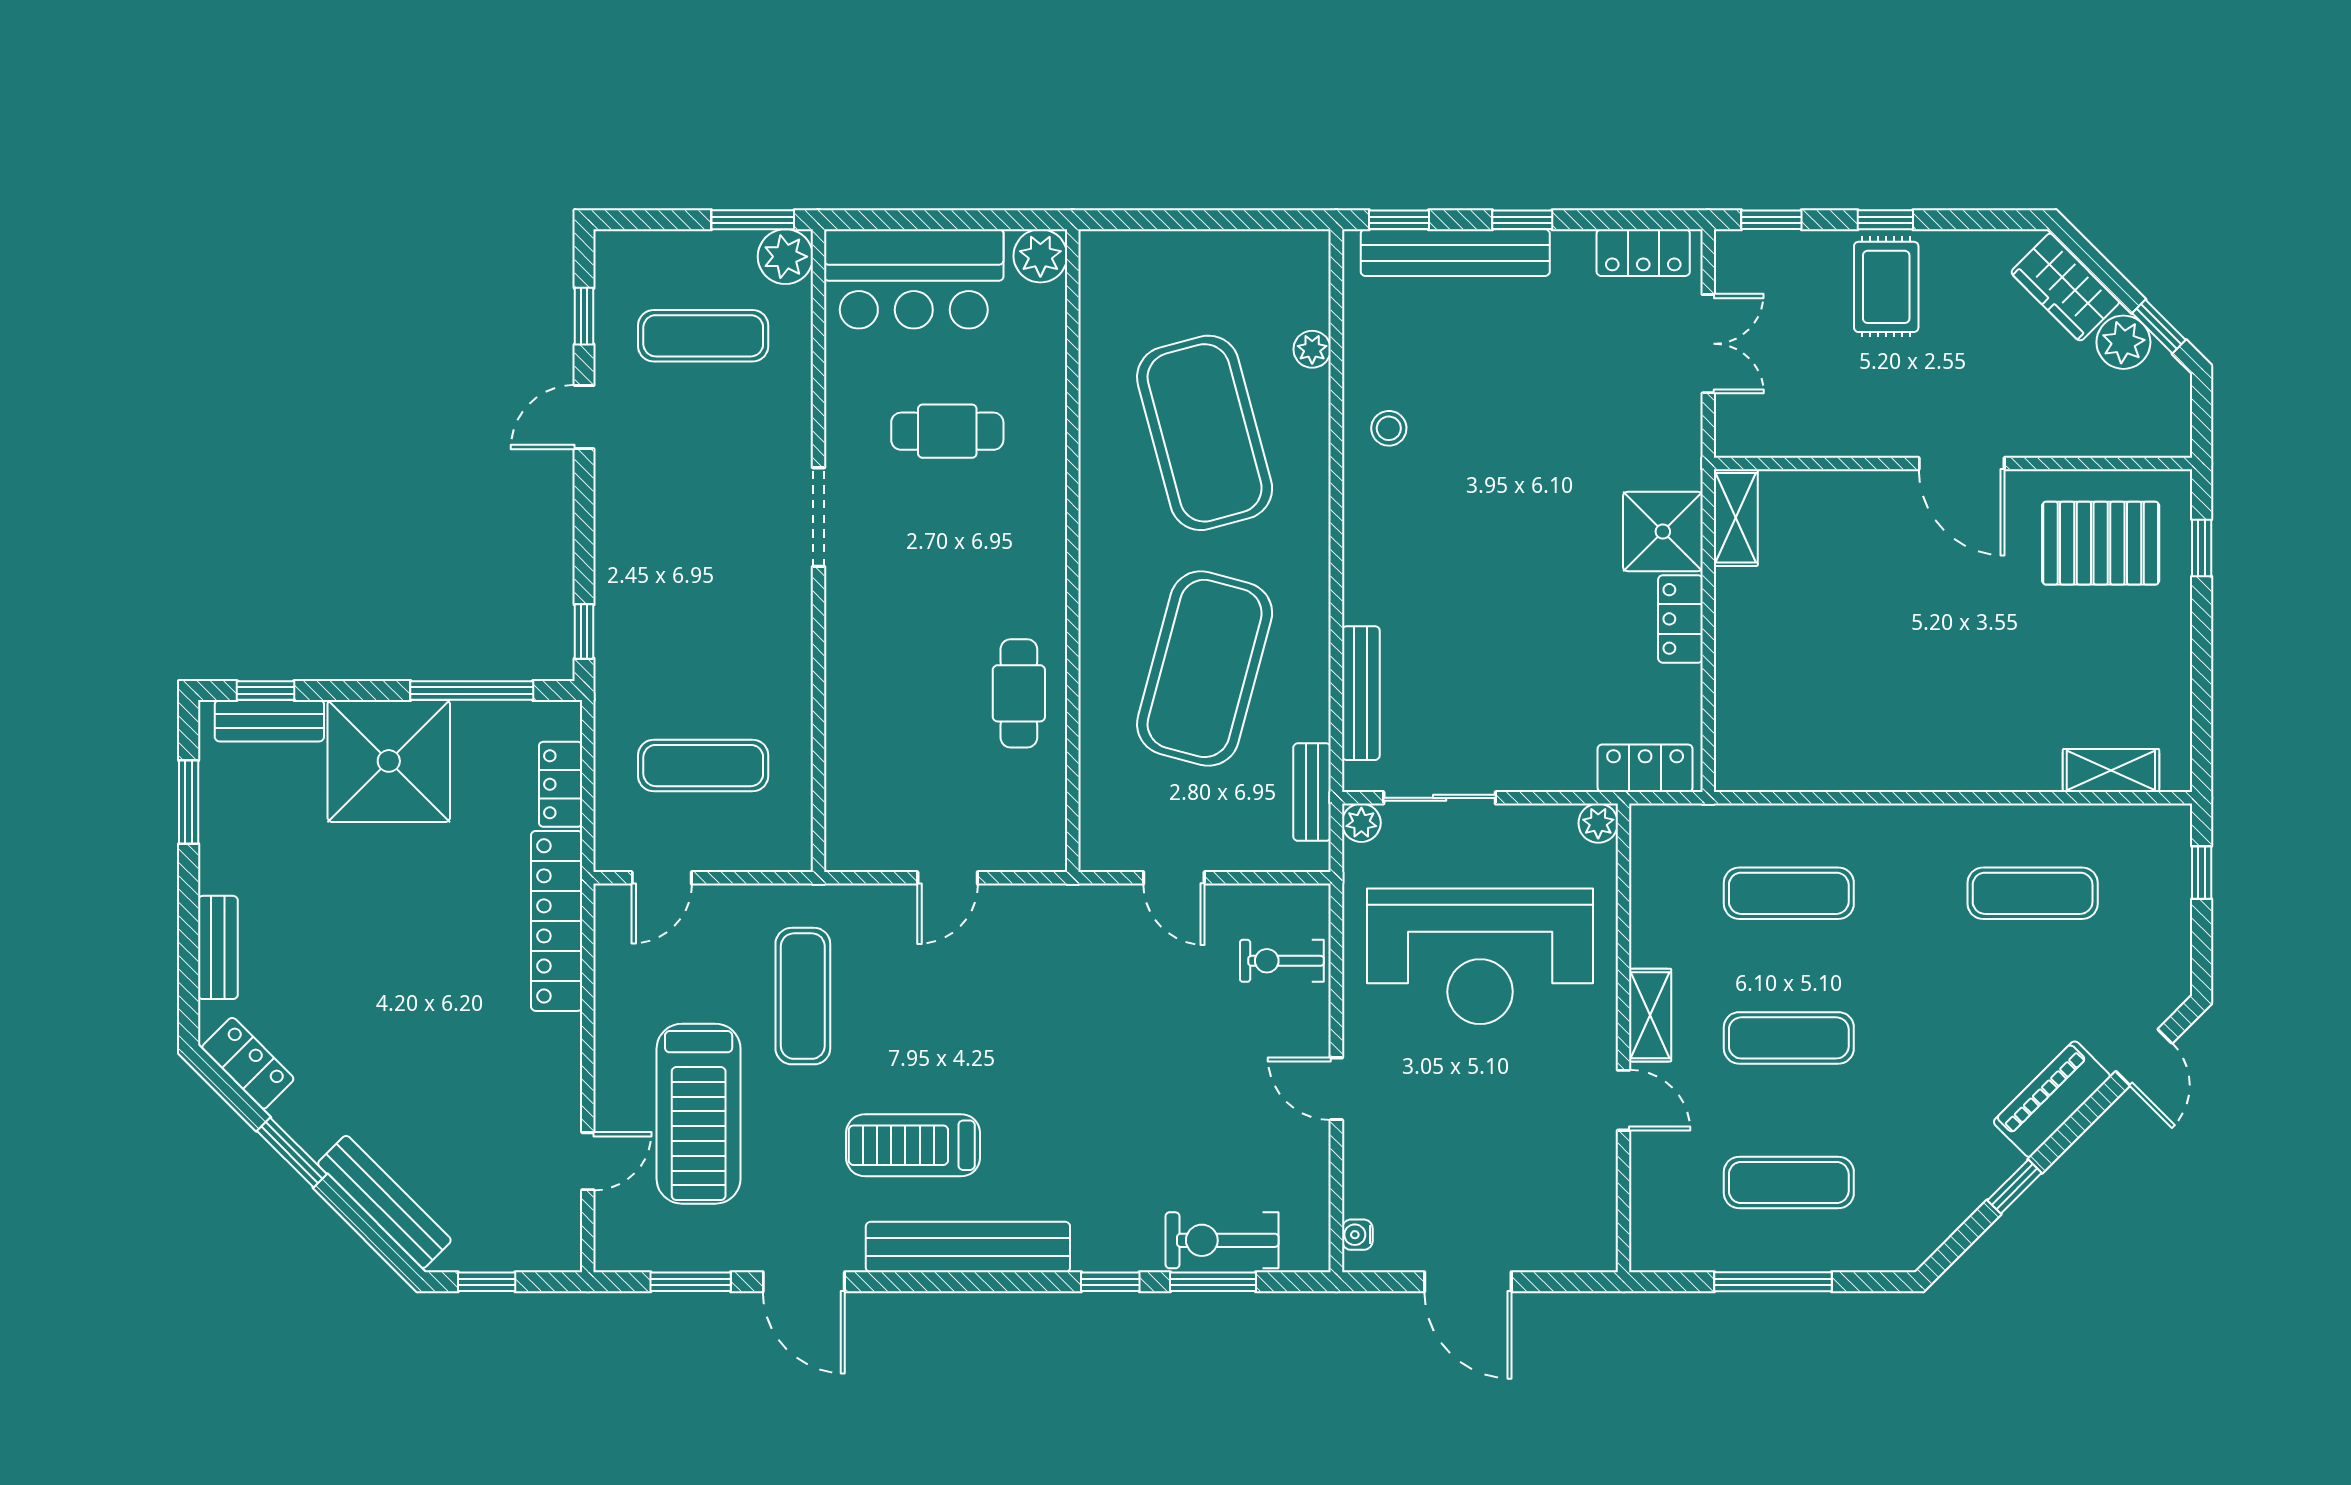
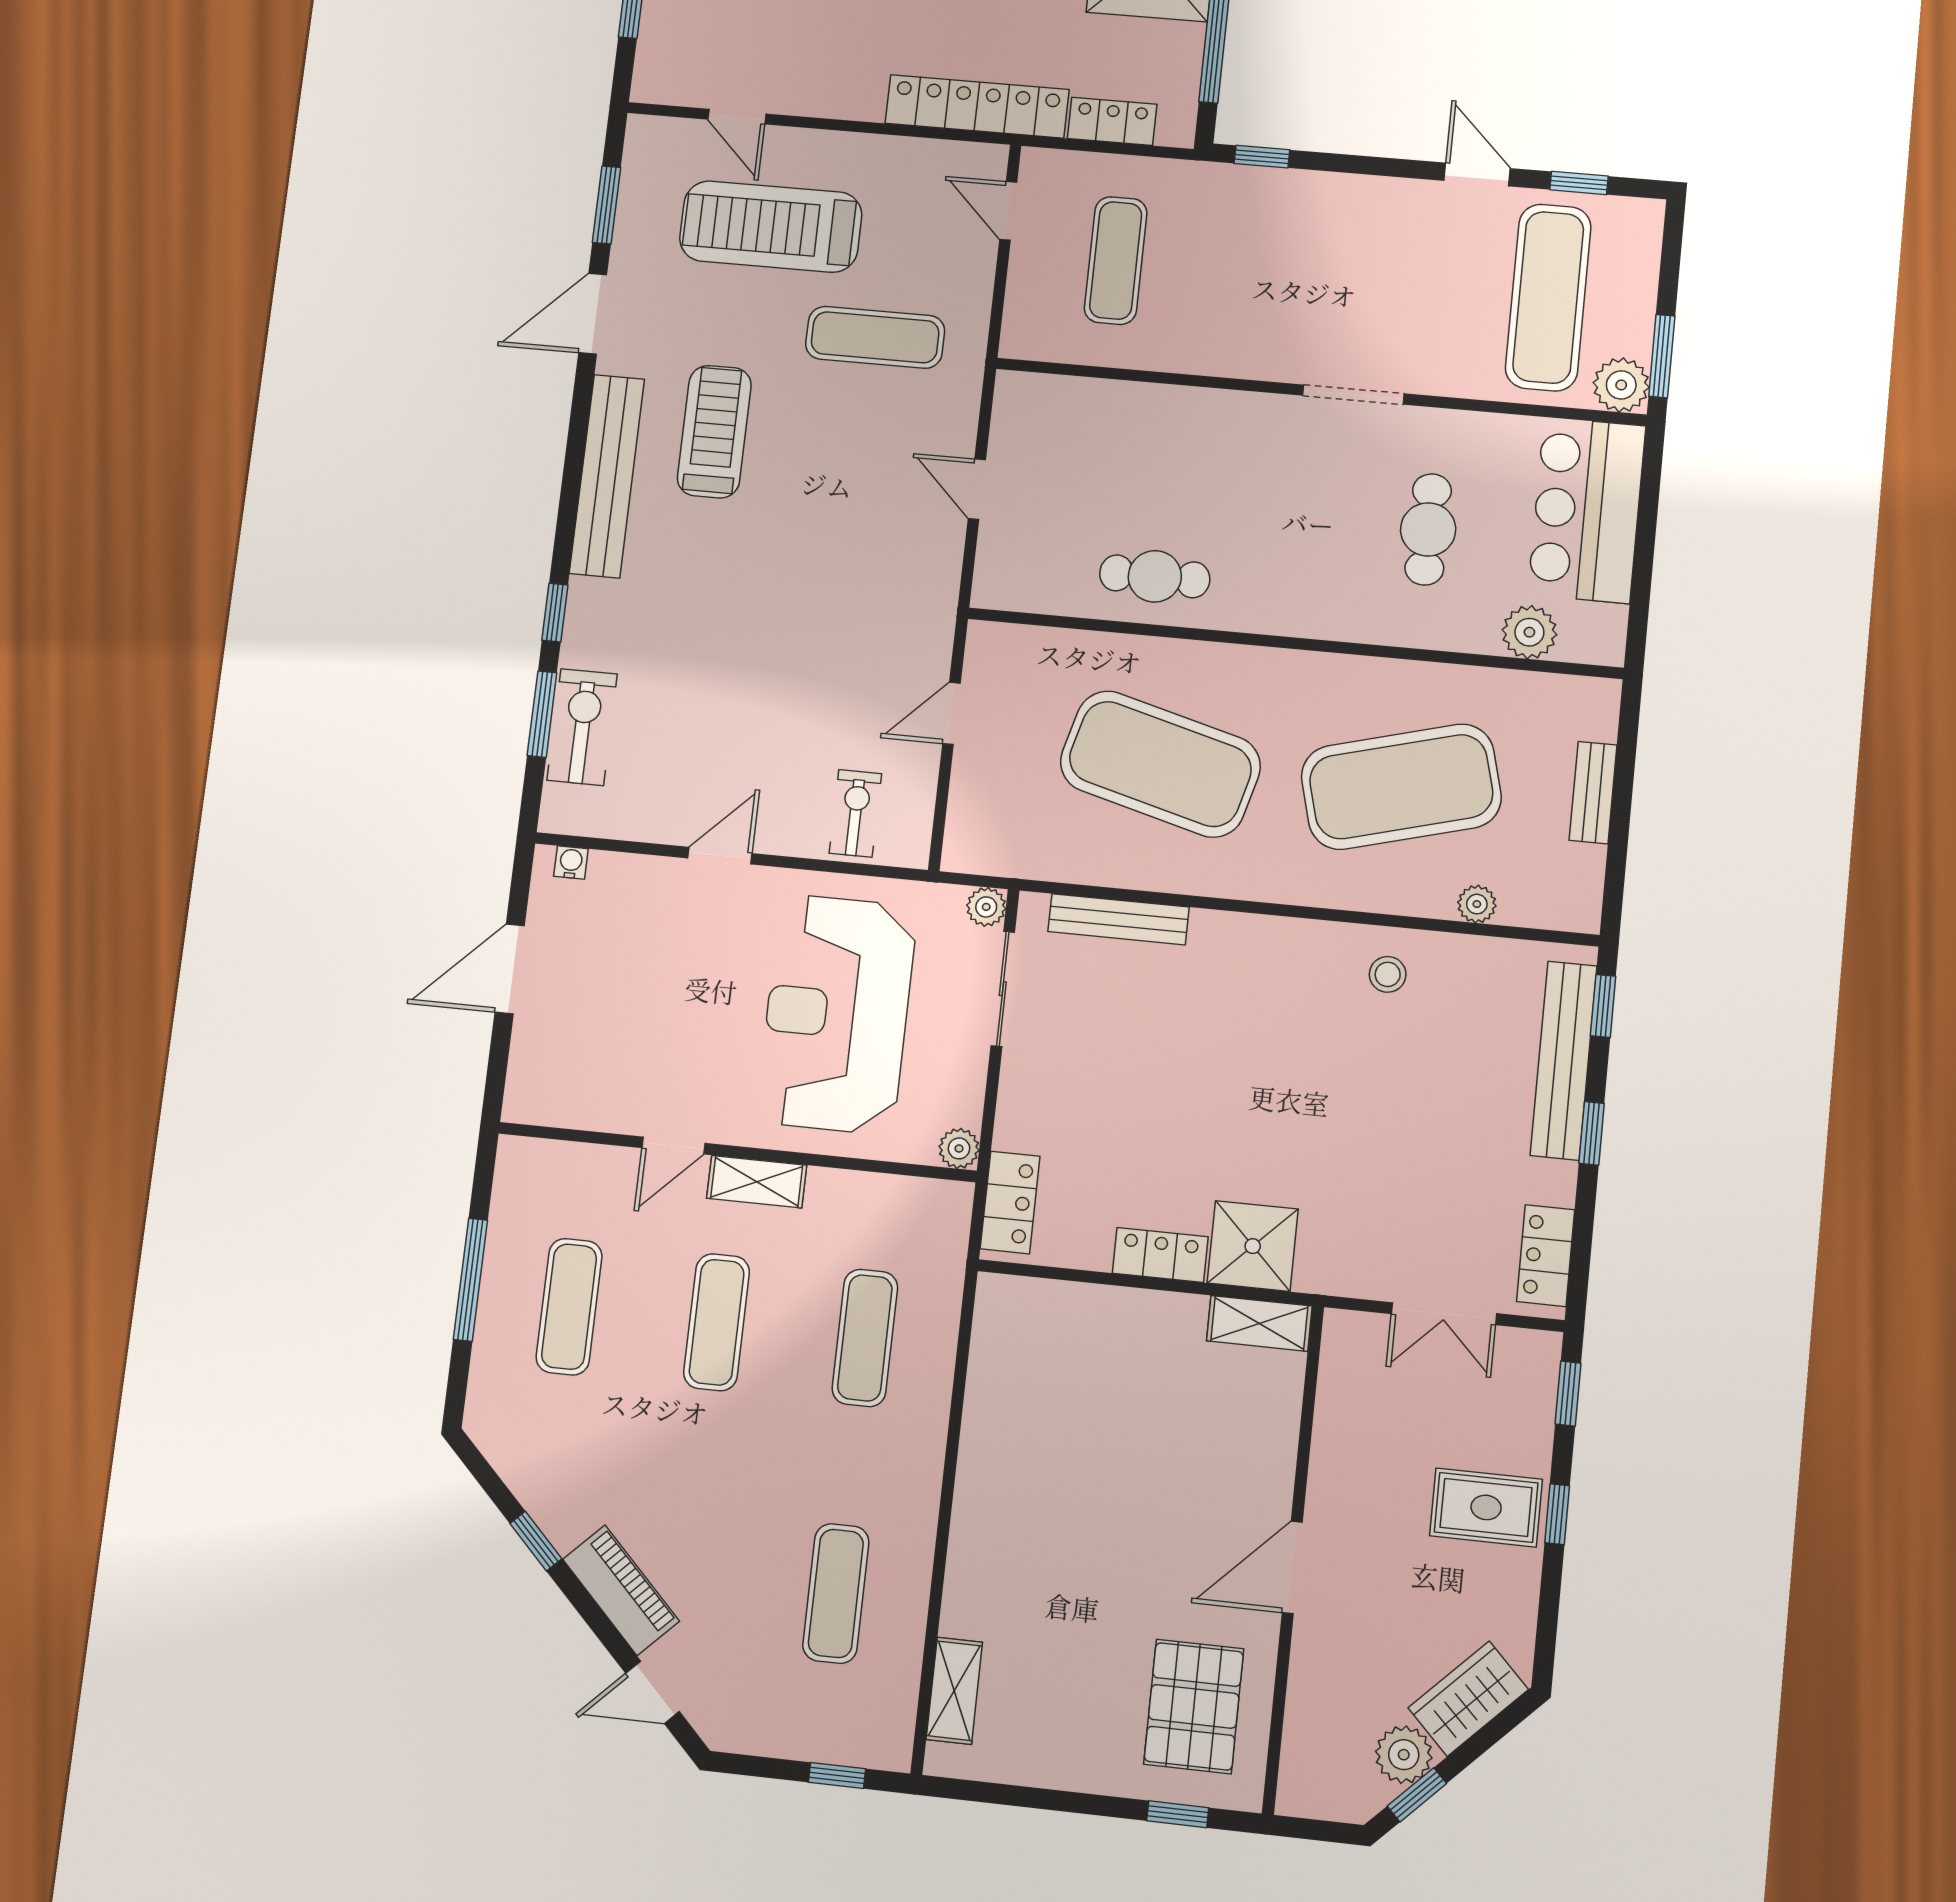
plant: (1040, 256) -> (1529, 632), moved
exercise mat: (703, 336) -> (1548, 297), width x1.36, depth x1.45
bench: (1312, 792) -> (1593, 793), moved, turned 90

